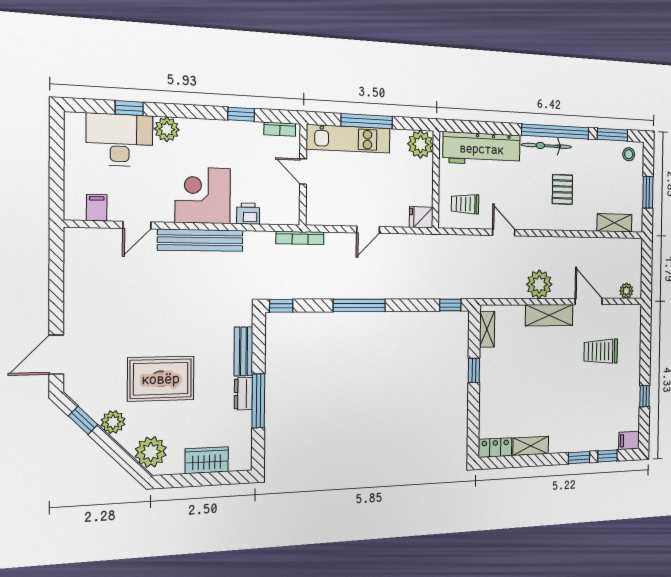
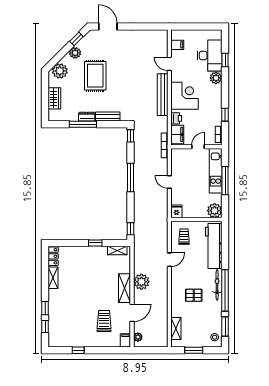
filing cabinet: (279, 212) -> (177, 134), added
filing cabinet: (629, 440) -> (125, 340), moved

